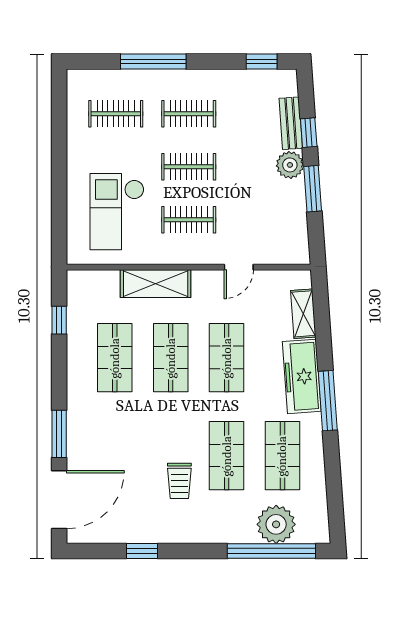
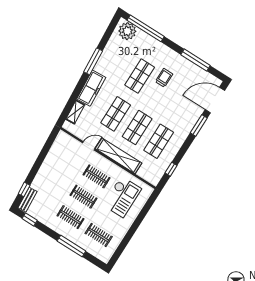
bench: (291, 123) -> (27, 200), moved
window: (309, 133) -> (24, 189), moved
plant: (290, 165) -> (44, 173), removed
window: (313, 189) -> (41, 158), removed
shelving: (156, 284) -> (119, 156), width x1.47
window: (328, 401) -> (93, 61), moved
shop shelf: (282, 456) -> (118, 62), removed
plant: (276, 524) -> (127, 31), moved
window: (142, 551) -> (195, 60), width x2.17

